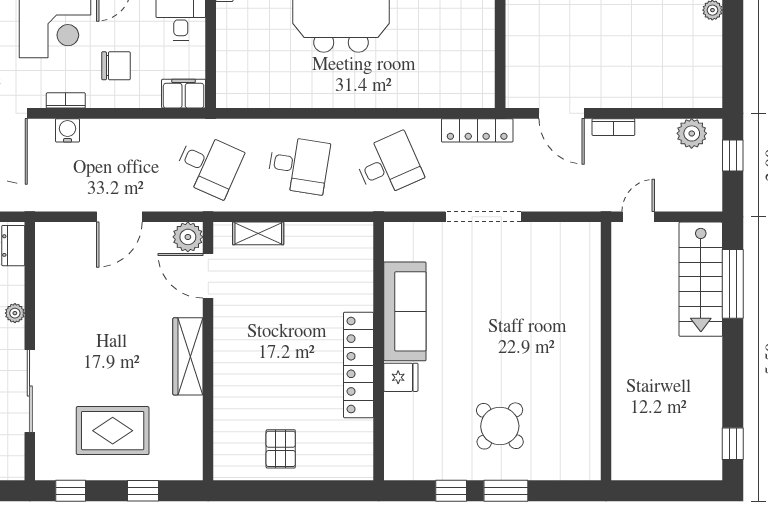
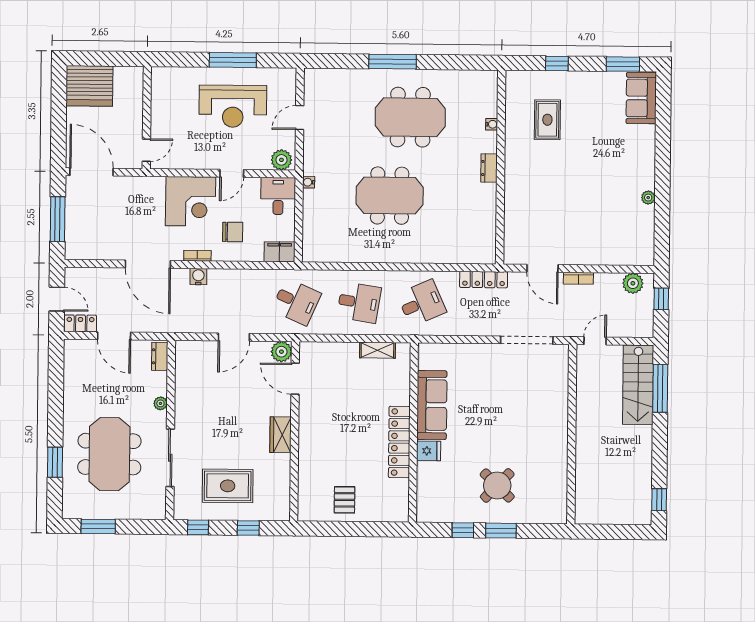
doorway: (483, 217) -> (527, 340), moved
shelving: (258, 233) -> (377, 350), moved
wardrobe: (188, 356) -> (281, 435), width x0.67

